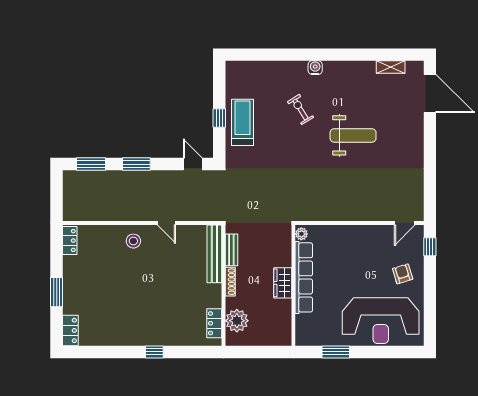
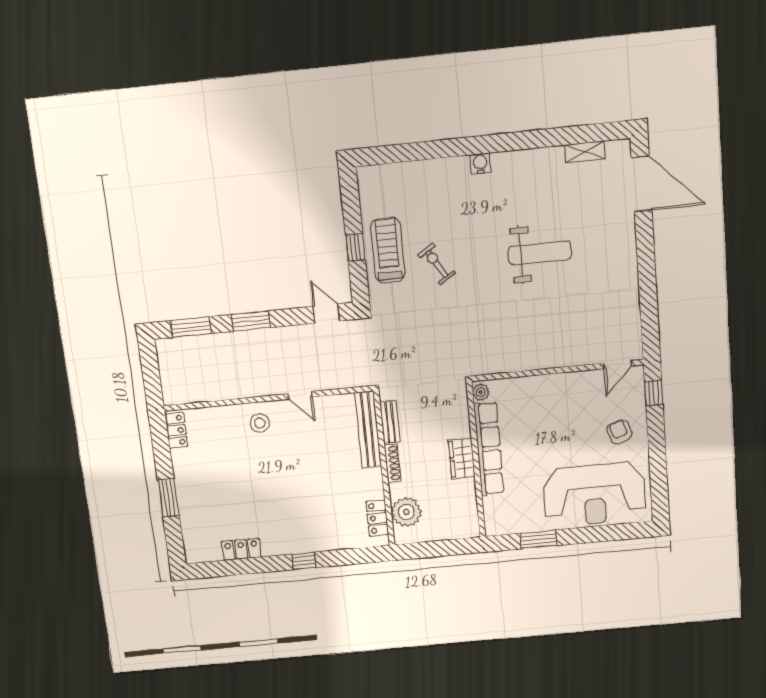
exercise bike: (300, 109) -> (437, 264), moved
locker: (70, 330) -> (241, 549), moved, turned -90

